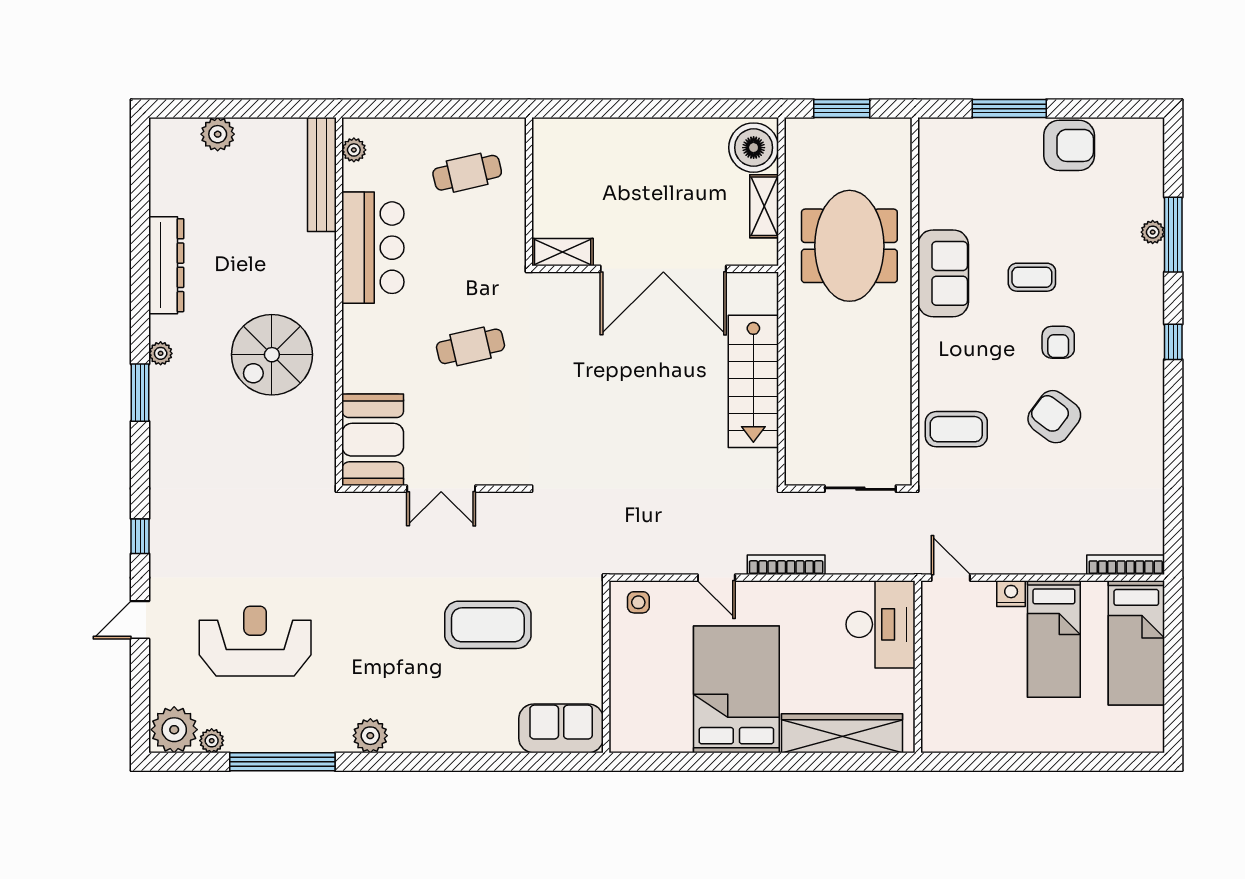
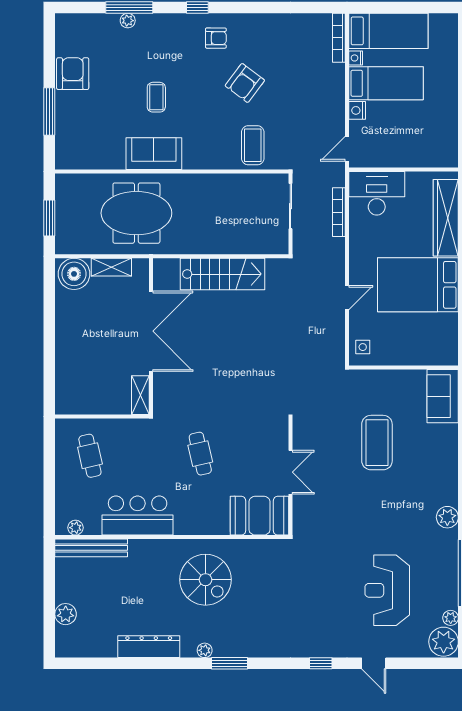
armchair: (1058, 342) -> (216, 38), moved
bookcase: (786, 565) -> (339, 212), moved
nightstand: (1094, 591) -> (356, 58), added

